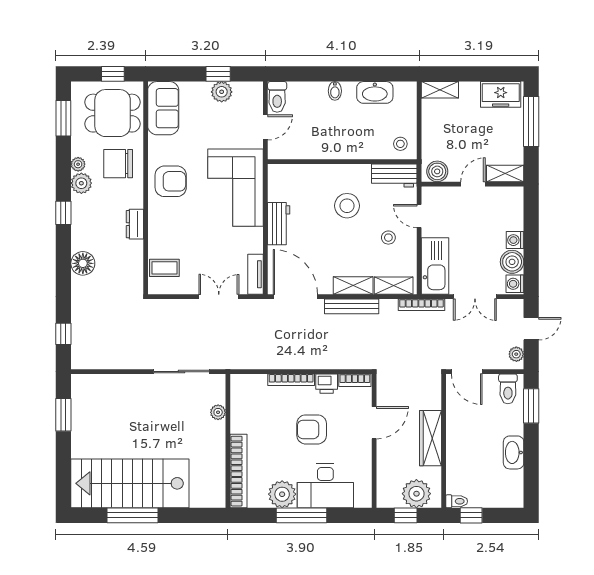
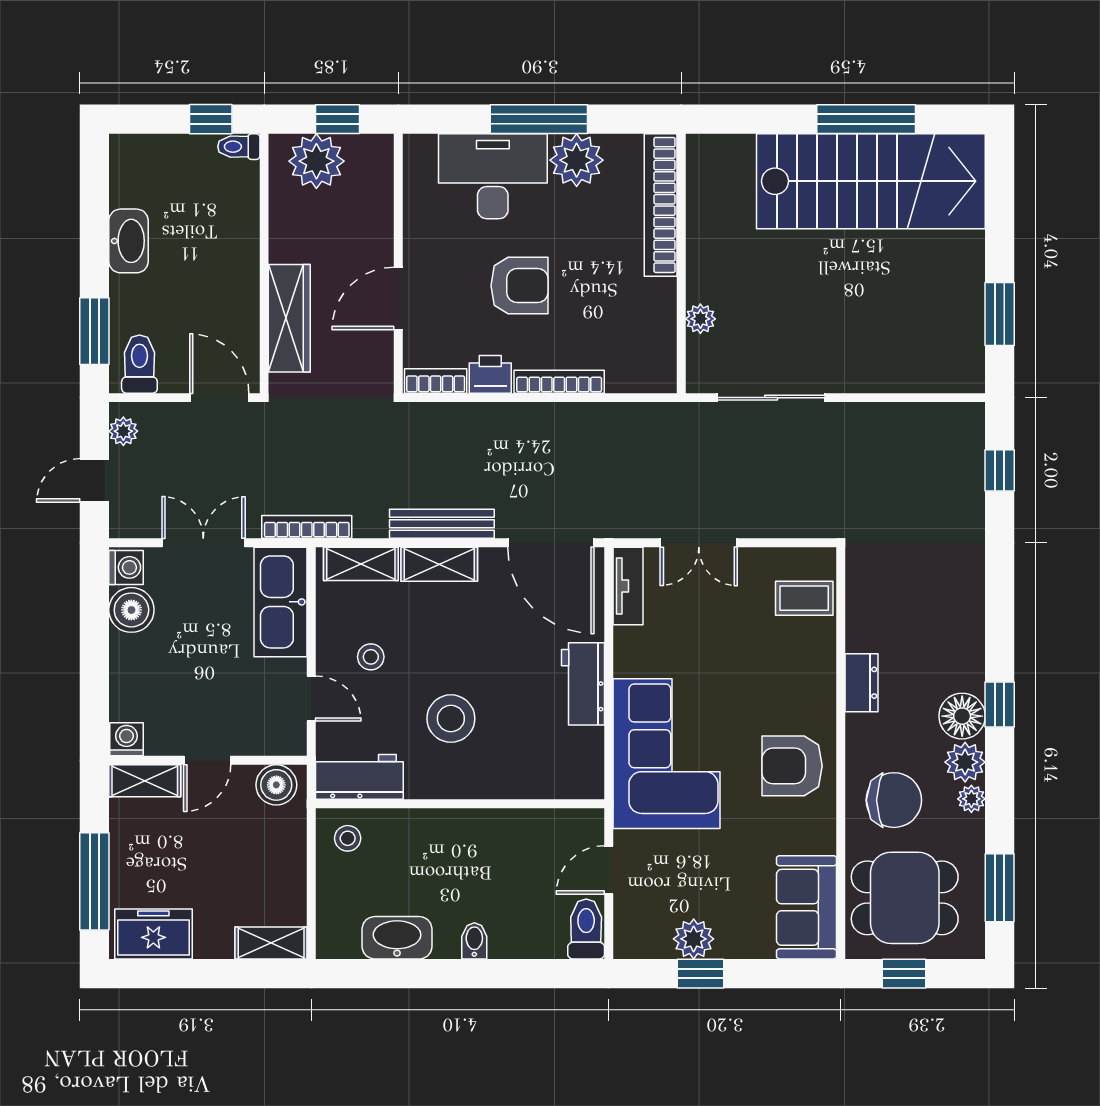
washing machine: (515, 240) -> (126, 739), moved, turned -90
floor lamp: (83, 263) -> (962, 716), moved
wardrobe: (430, 438) -> (289, 318), moved

